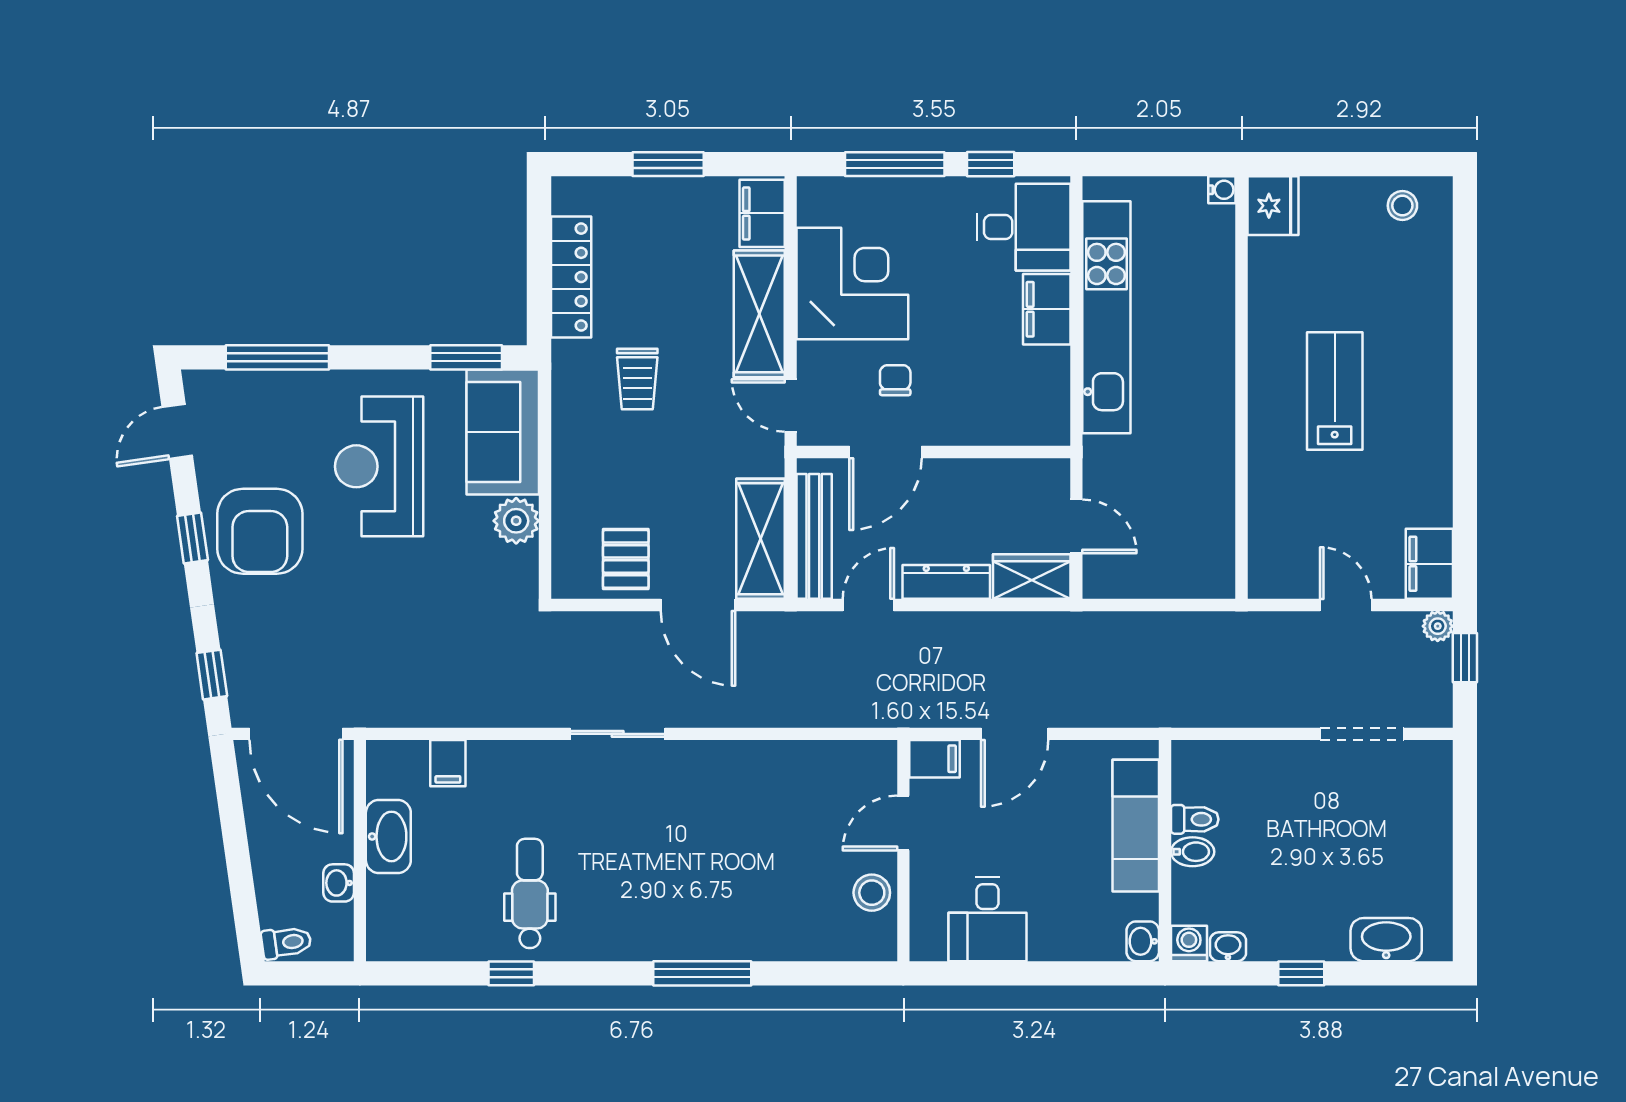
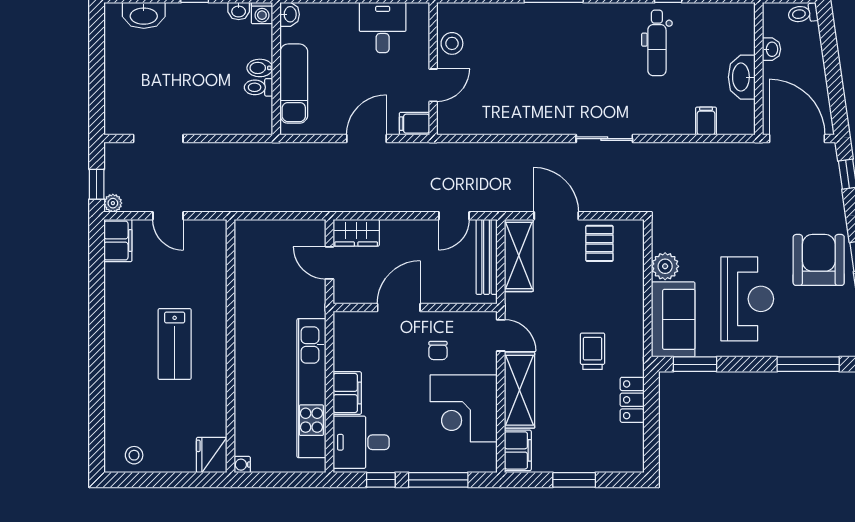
locker: (571, 277) -> (632, 400), width x0.66
door: (885, 452) -> (399, 307), moved
dresser: (946, 582) -> (407, 230), removed

